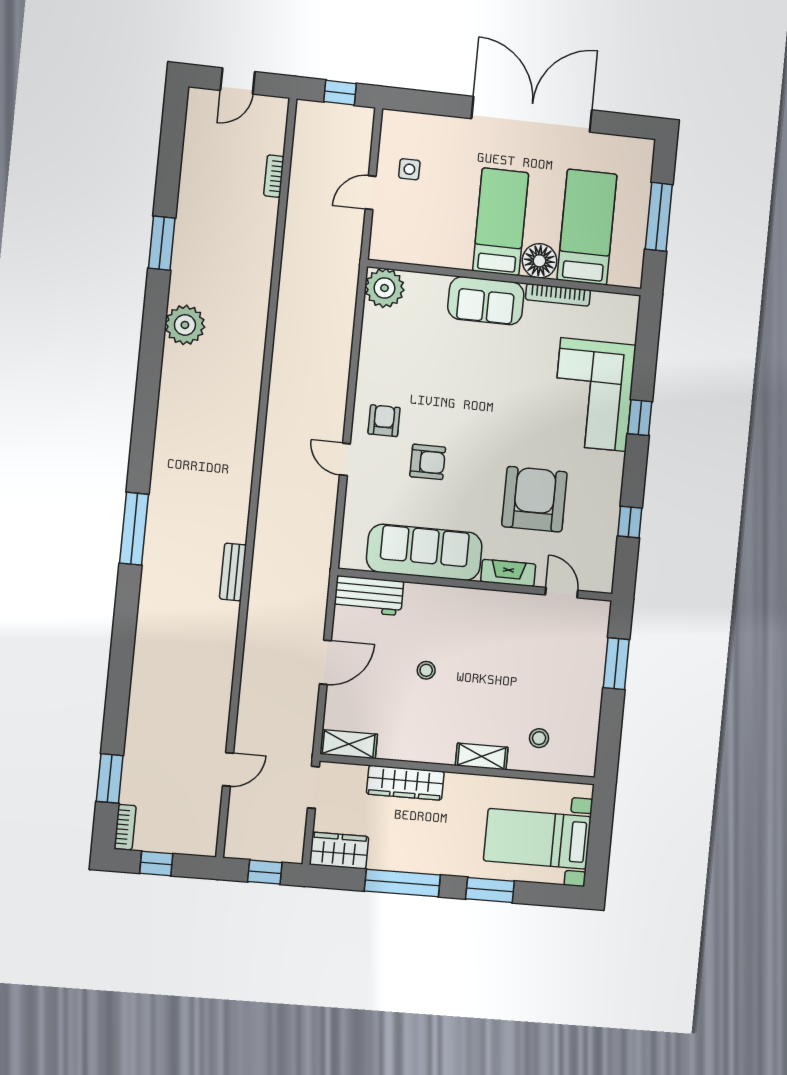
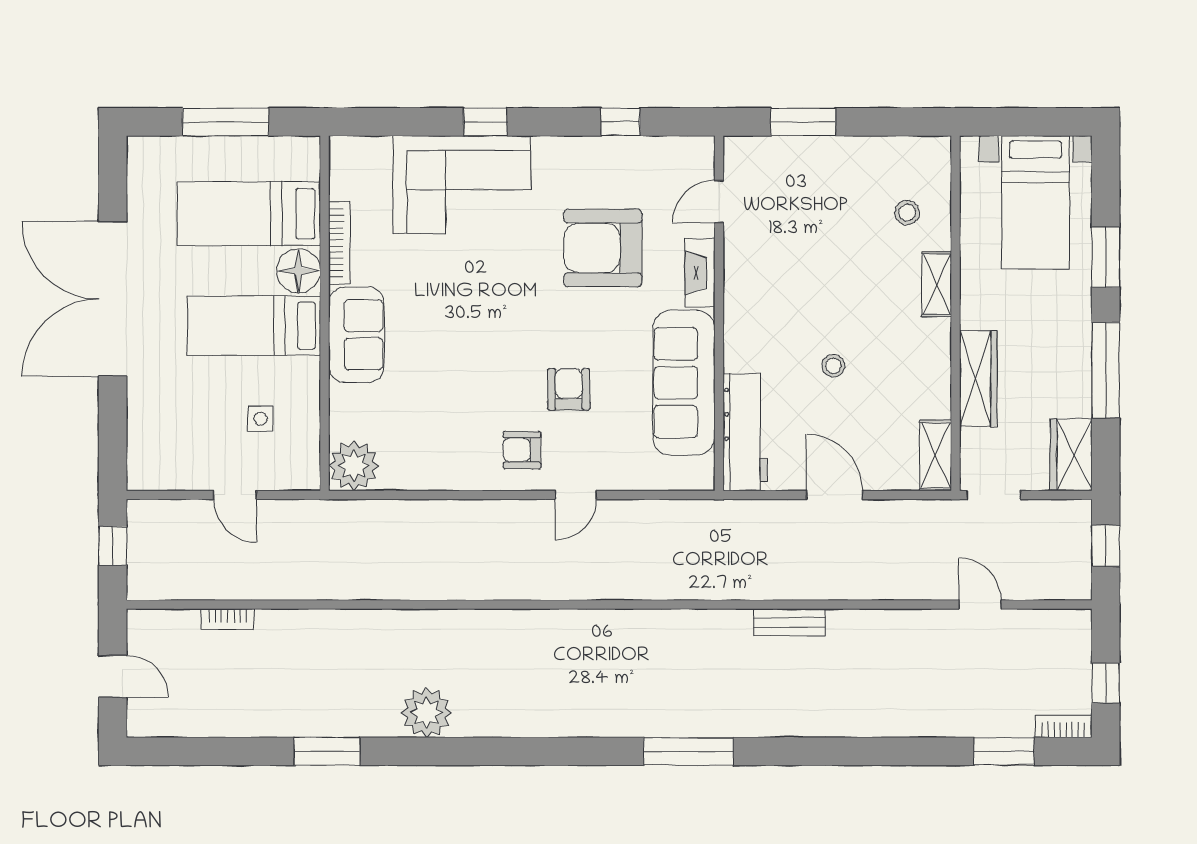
side table: (409, 169) -> (261, 419), moved
bench: (233, 572) -> (789, 622), moved
workbench: (369, 595) -> (745, 432), width x1.38

